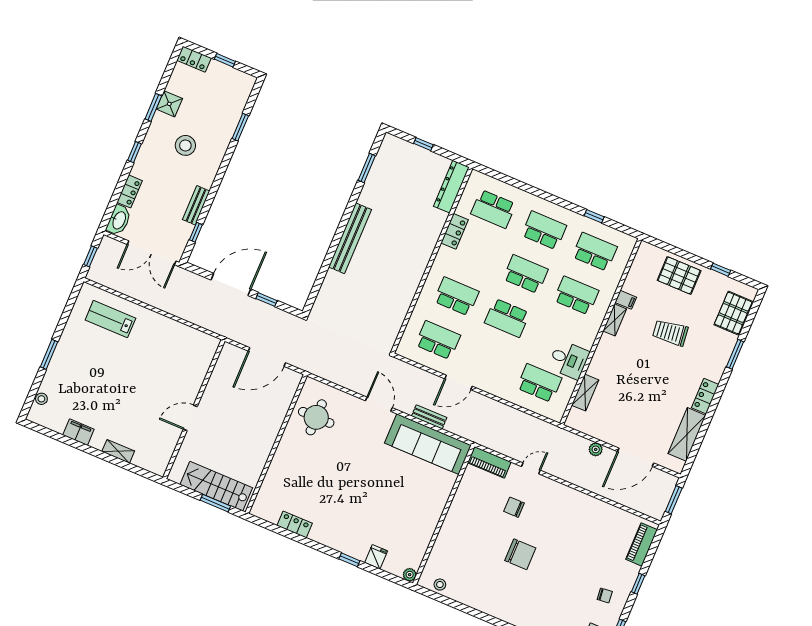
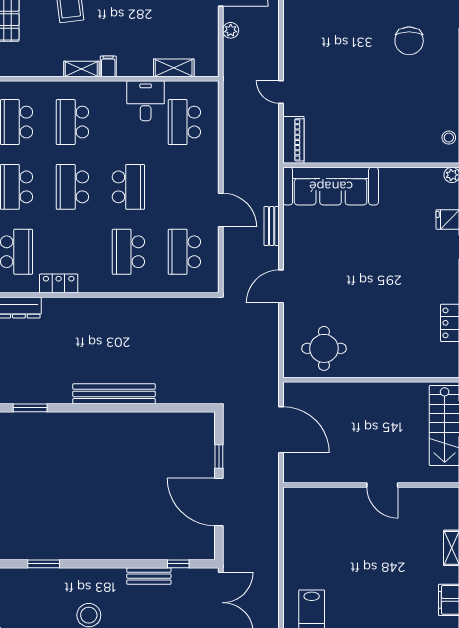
filing cabinet: (626, 300) -> (108, 66), moved
sofa: (428, 444) -> (331, 186), moved, turned 90
chair: (514, 507) -> (331, 93), removed
chair: (520, 554) -> (409, 41), moved, turned 180

